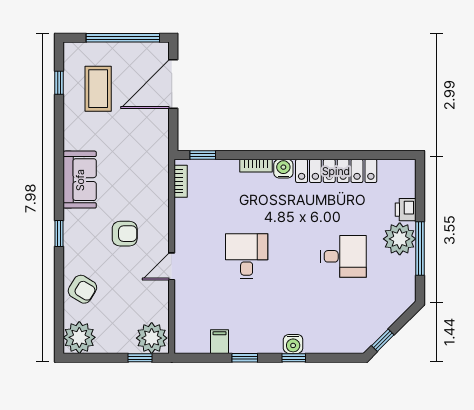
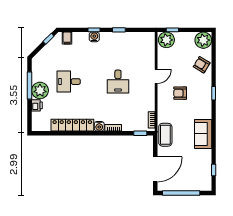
coffee table: (98, 89) -> (165, 135), moved
sofa: (80, 180) -> (203, 134), moved
filing cabinet: (220, 342) -> (67, 38), moved

